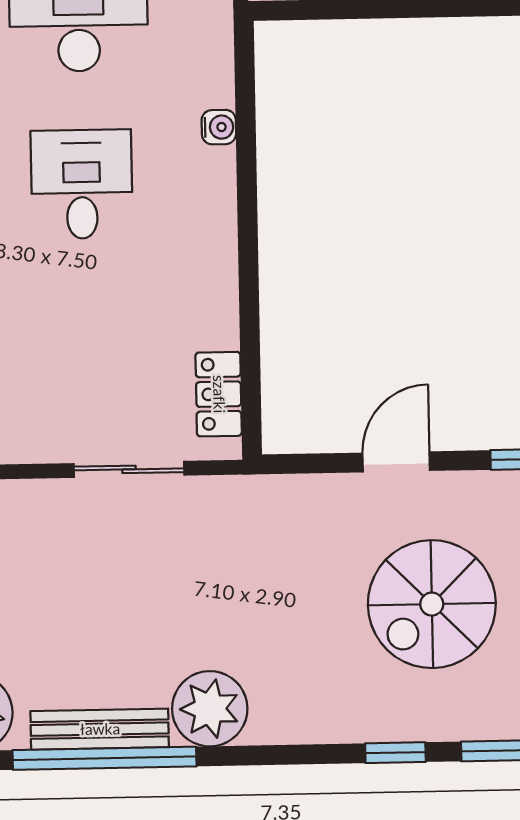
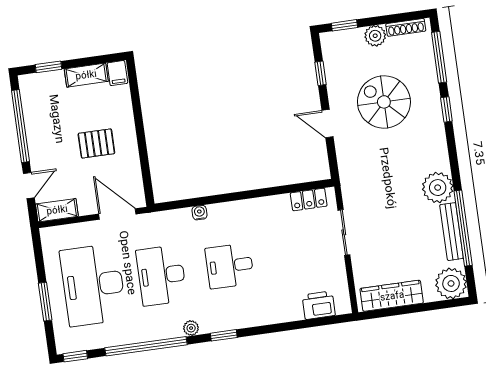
spiral stairs: (432, 604) -> (384, 102), turned 180

